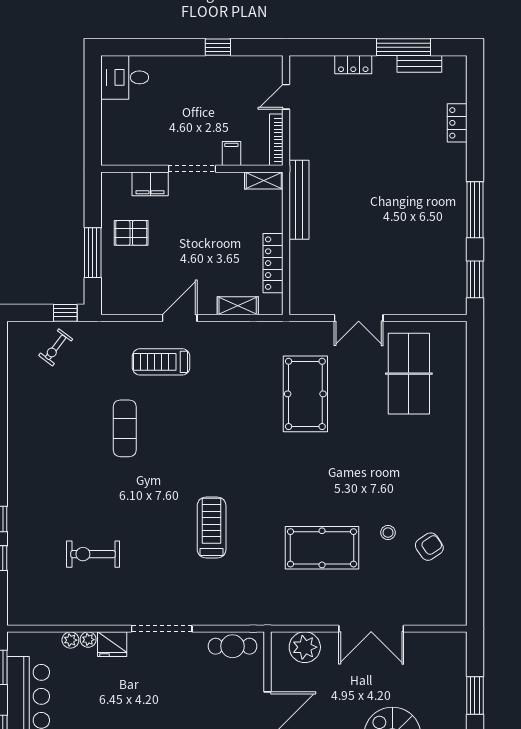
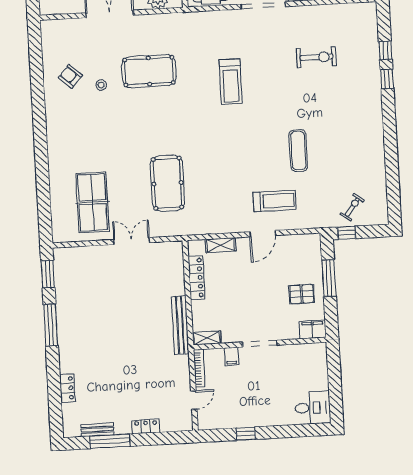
filing cabinet: (150, 184) -> (313, 329), moved
armchair: (429, 547) -> (70, 76), turned 76

